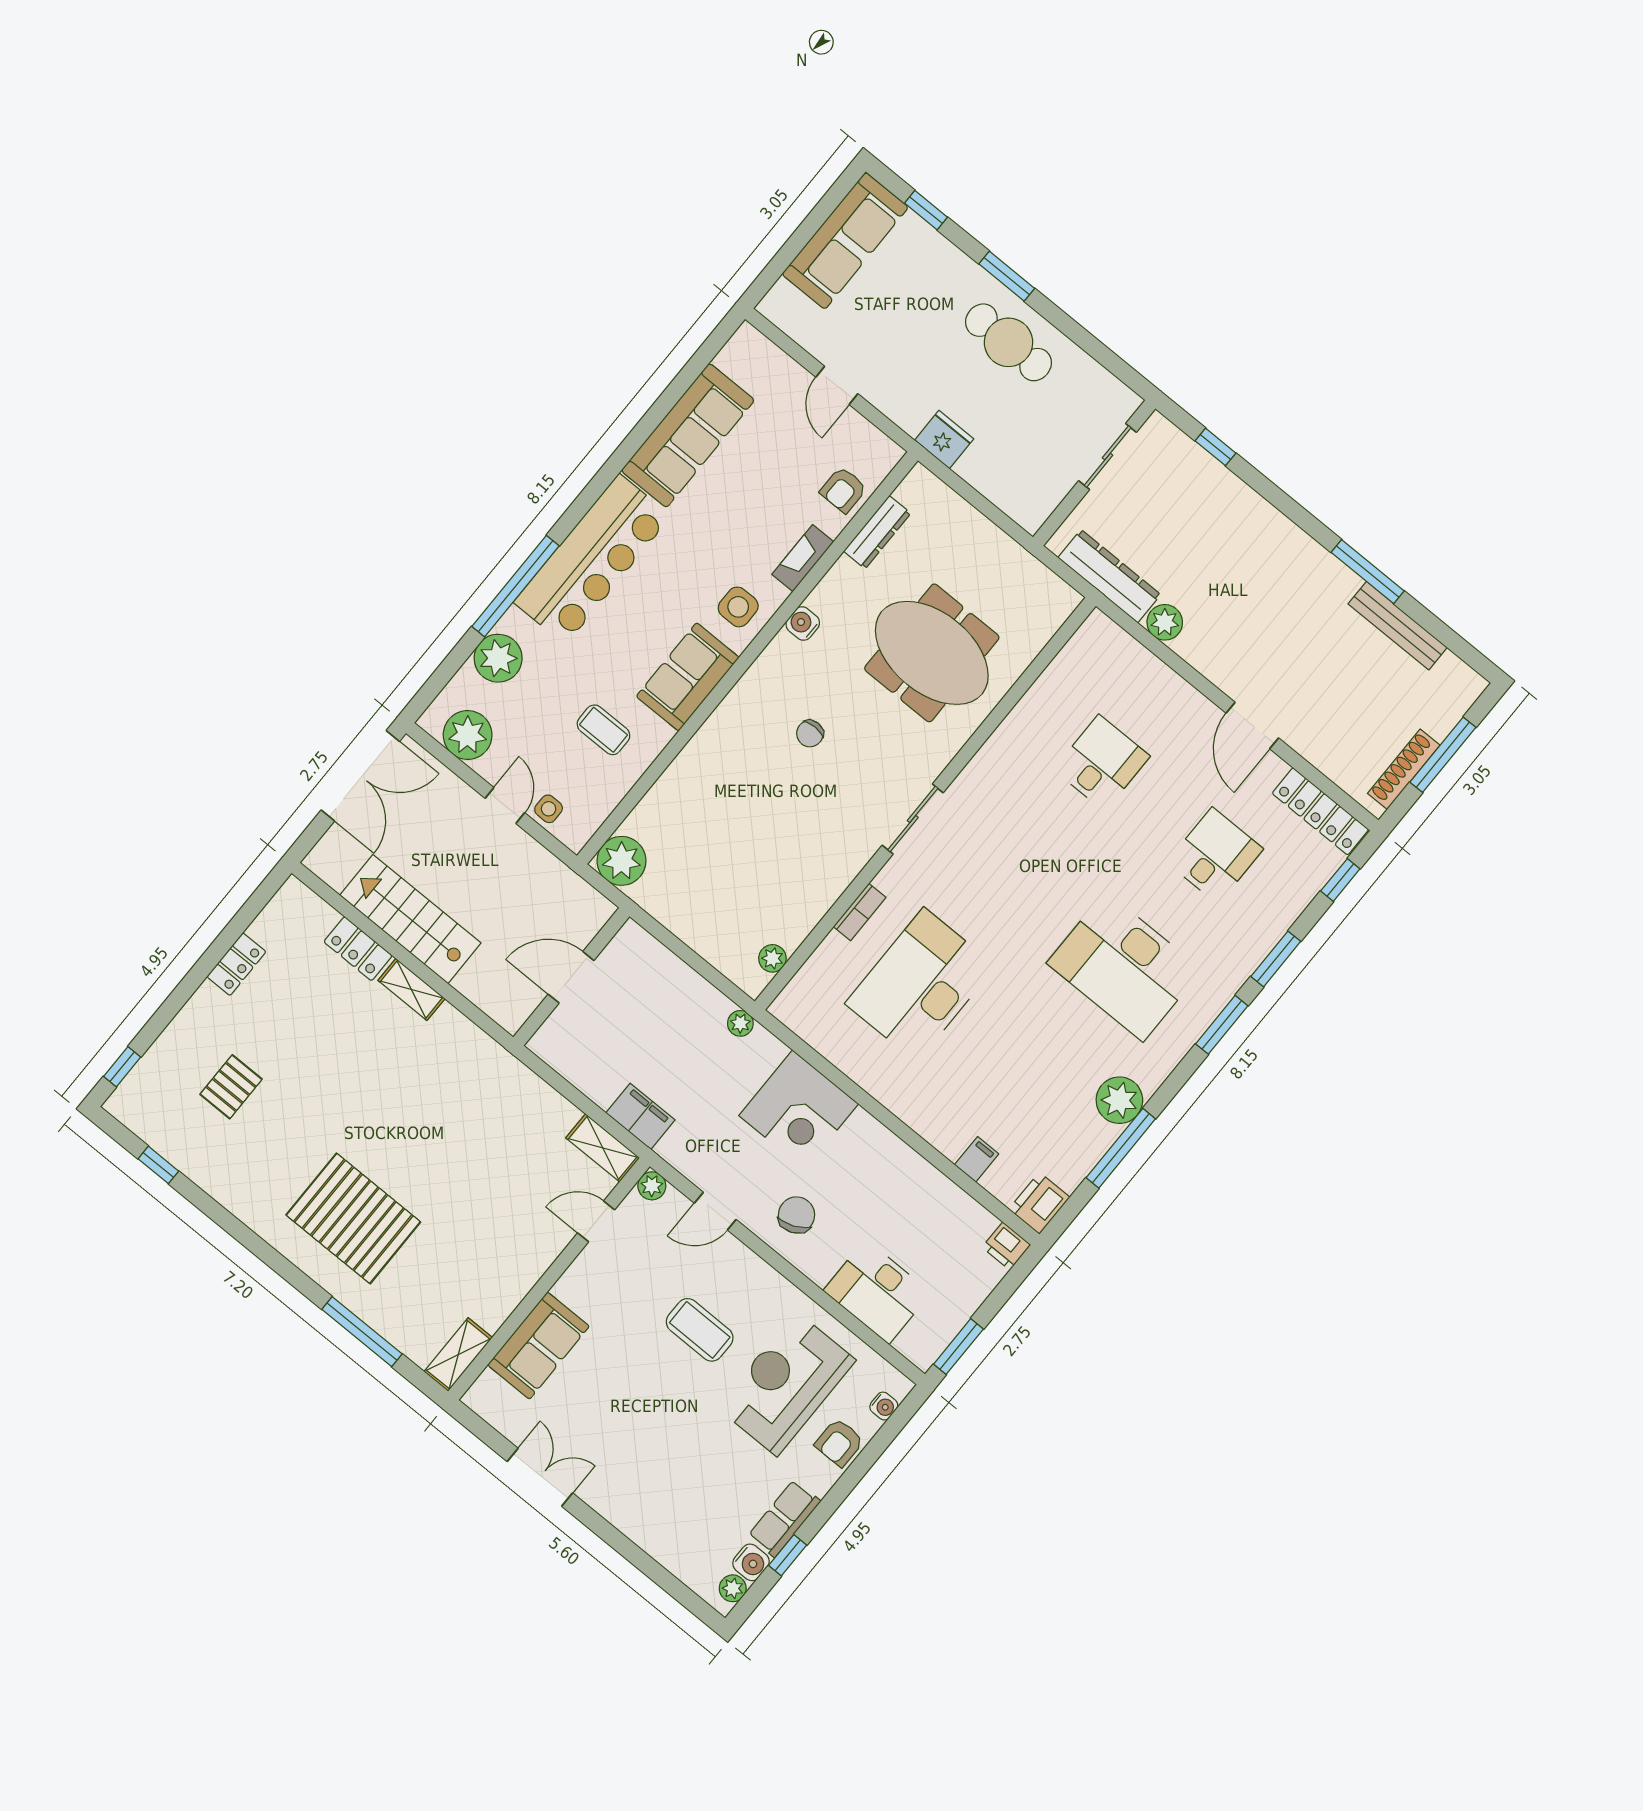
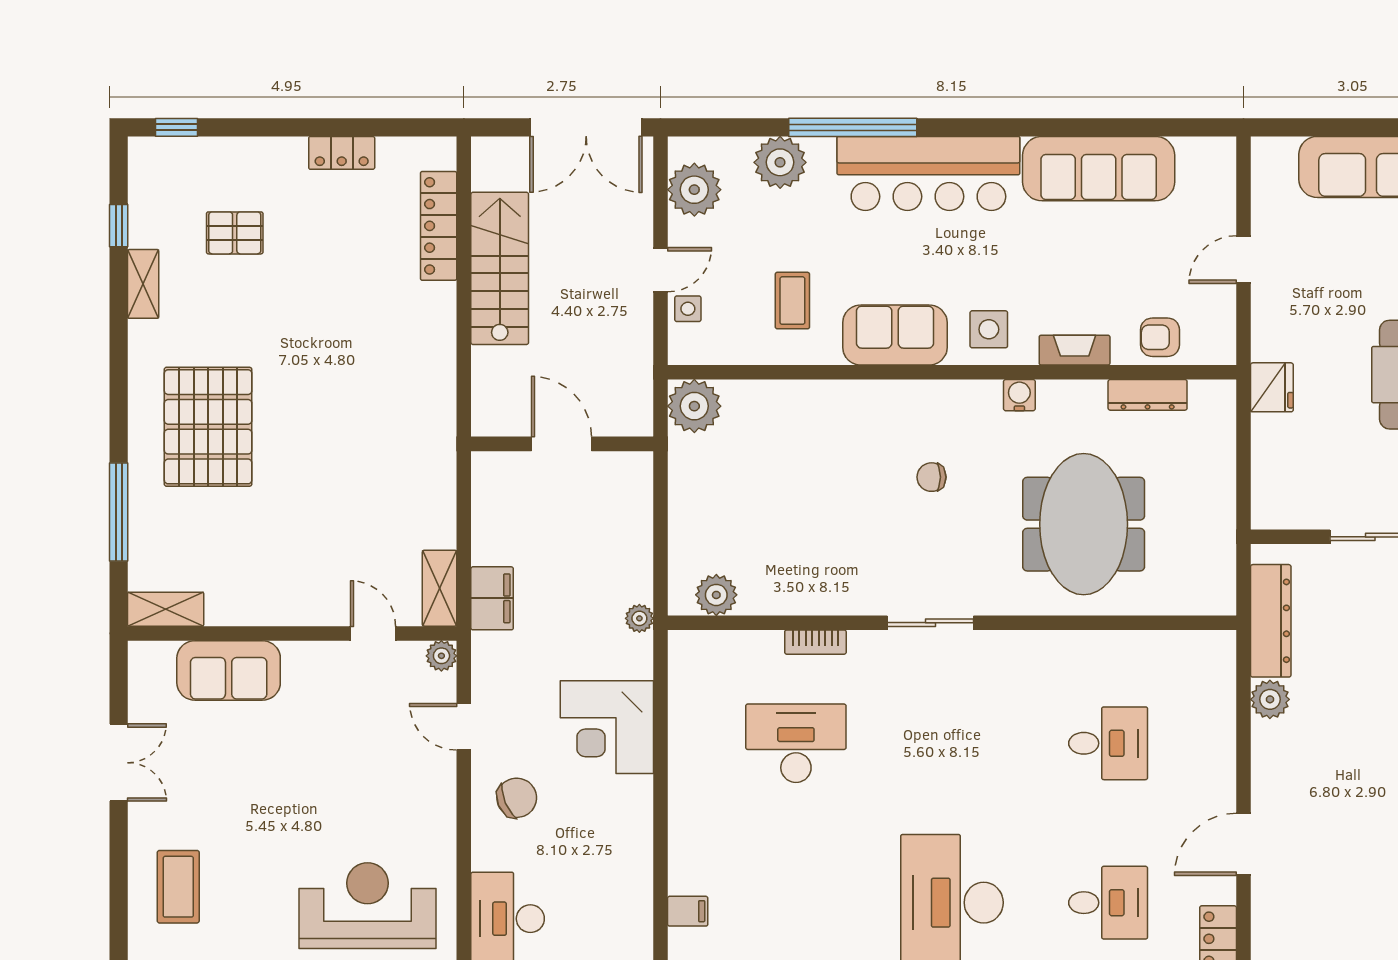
locker: (358, 949) -> (439, 226), width x1.53
plant: (772, 958) -> (716, 595), width x1.38, depth x1.38
desk: (920, 985) -> (796, 743), width x0.73, depth x0.77
shelving: (411, 989) -> (143, 284), moved
coffee table: (700, 1330) -> (178, 887), moved

